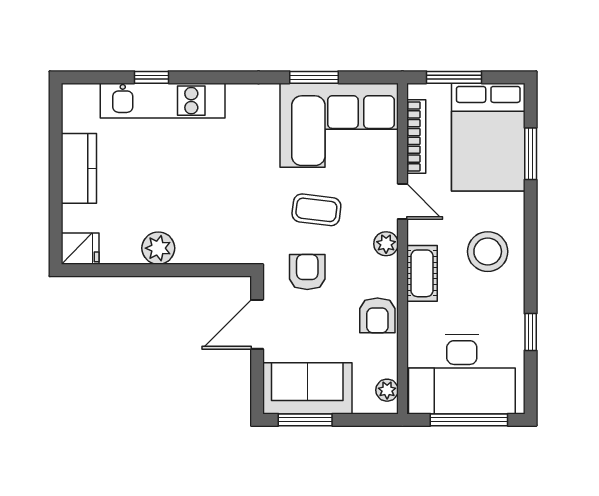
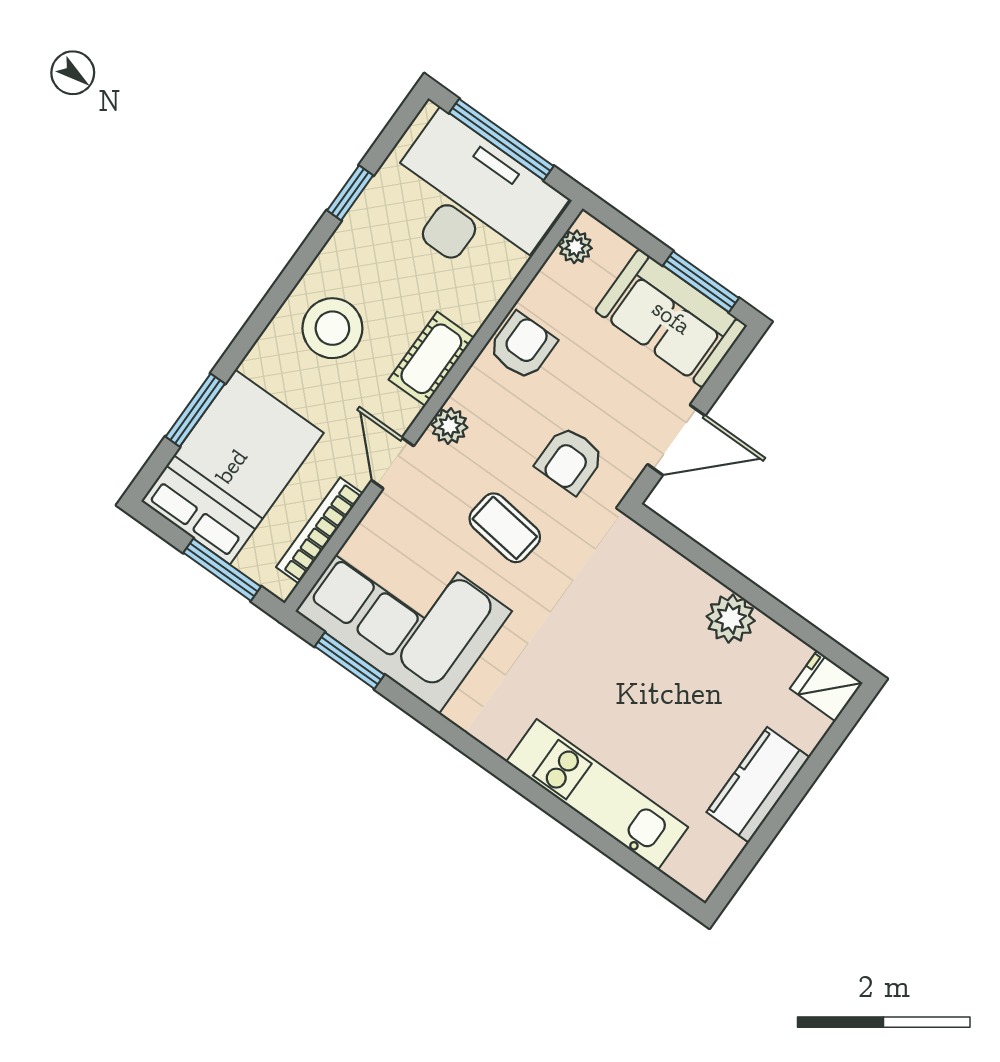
window: (151, 77) -> (591, 833), removed
window: (314, 77) -> (350, 661), moved

